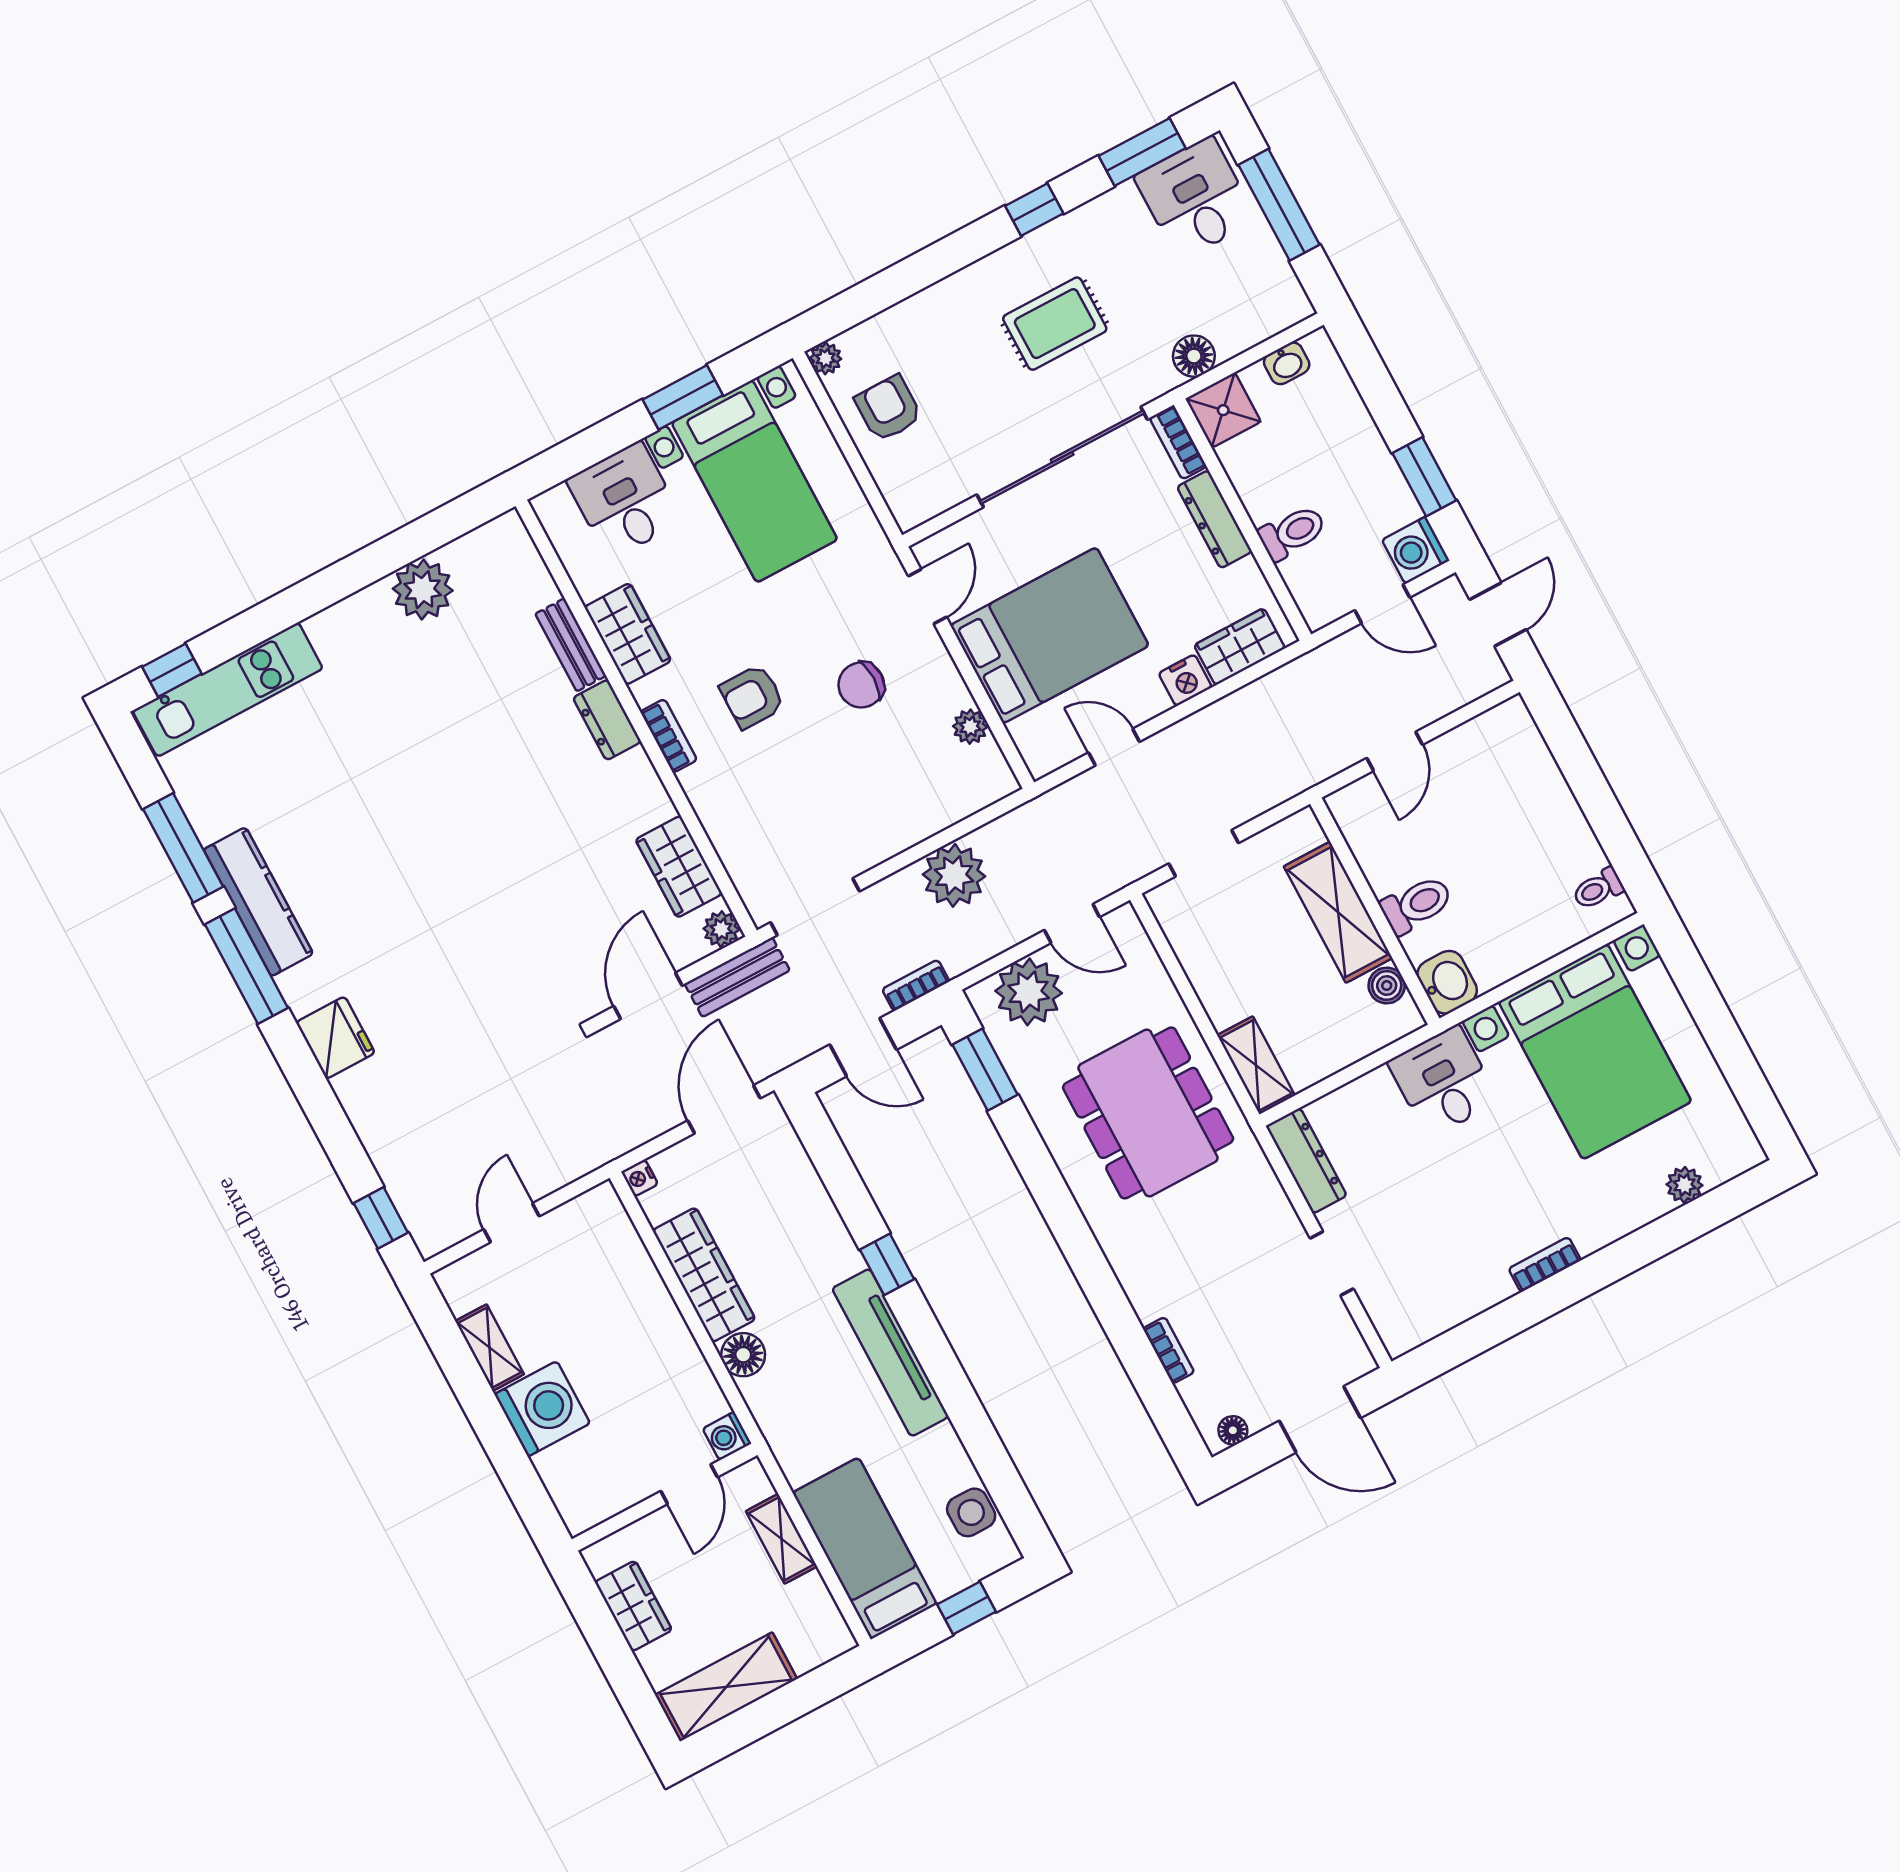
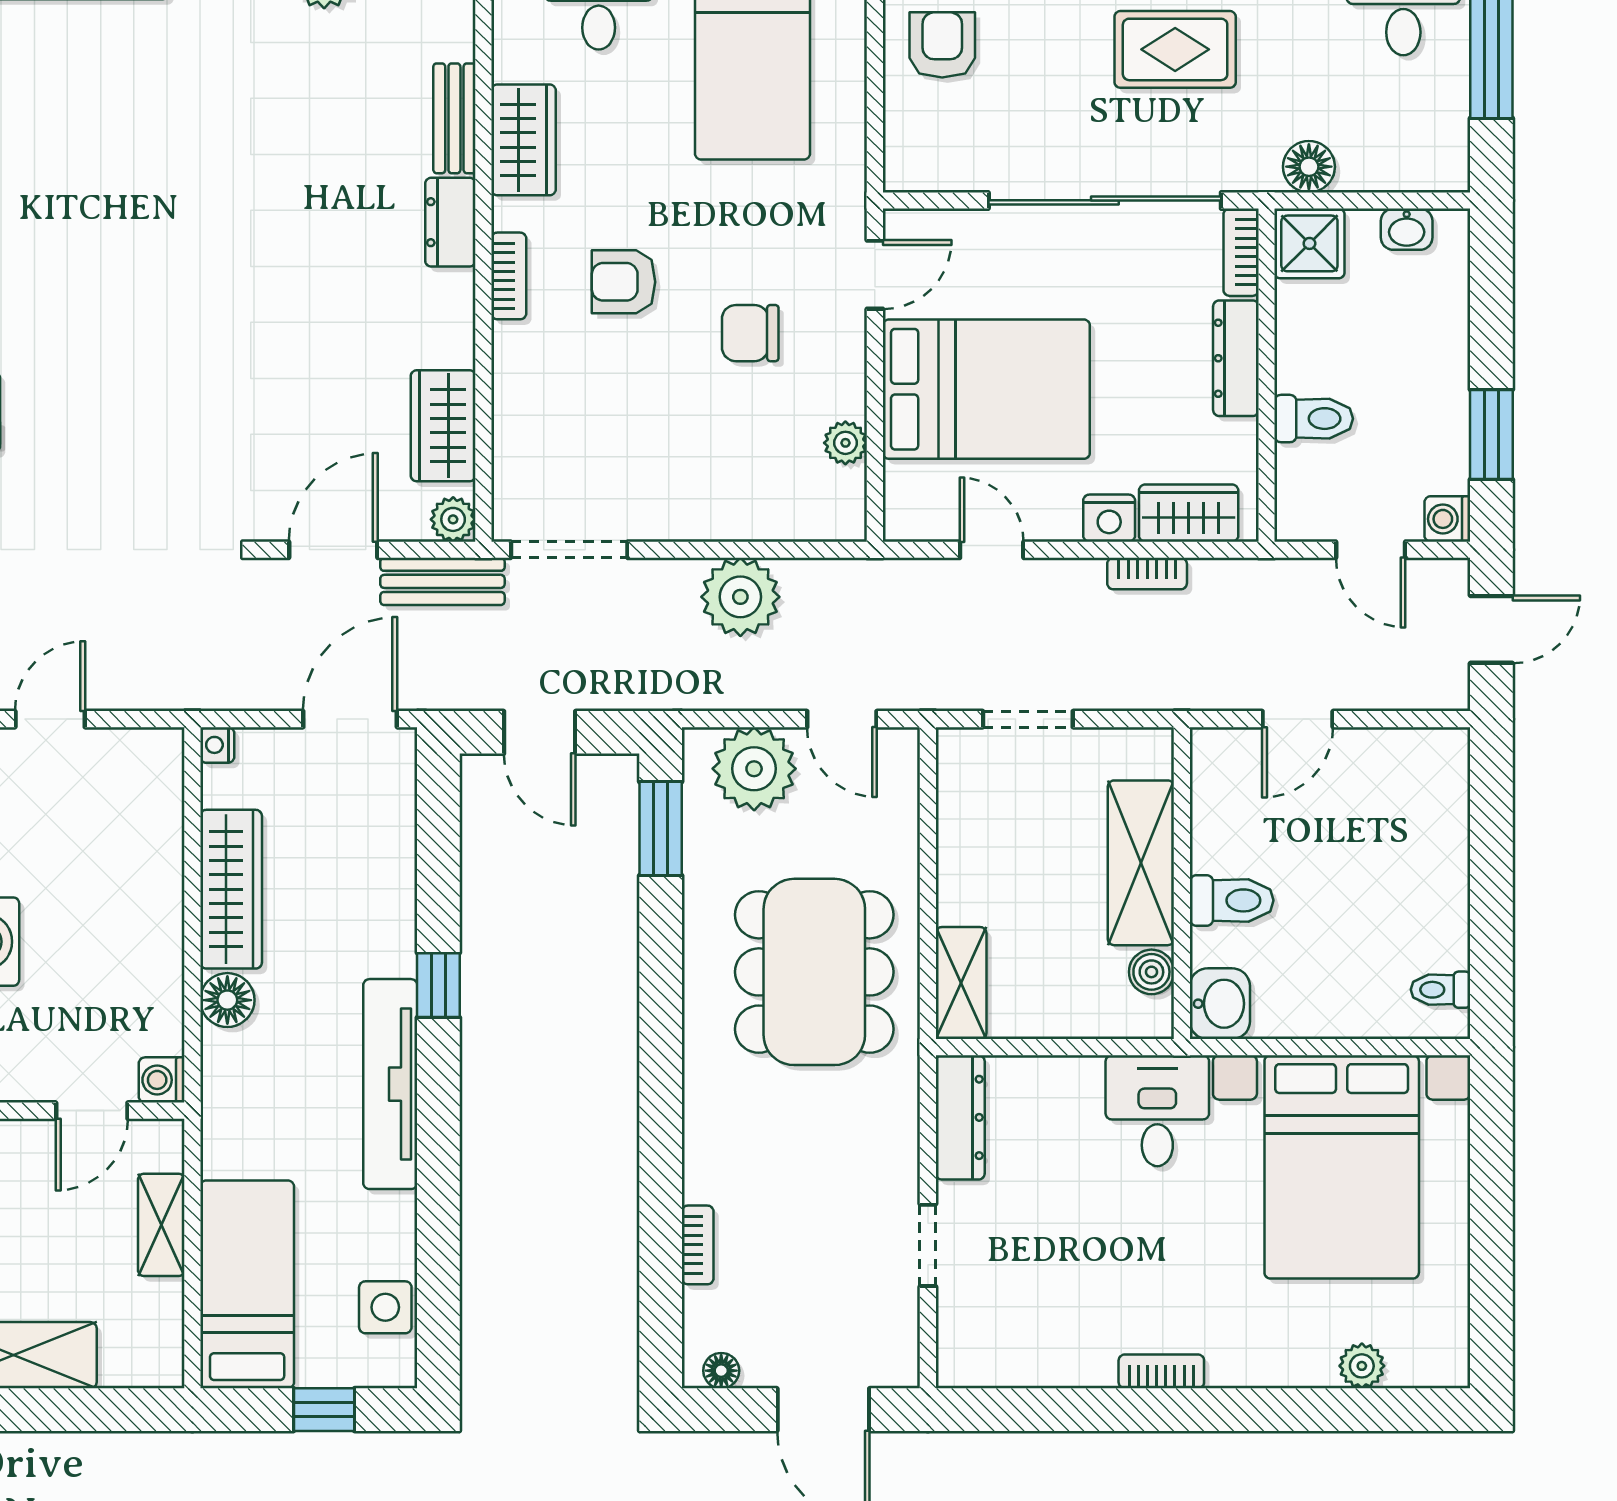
washing machine: (1416, 550) -> (1447, 519), width x0.73, depth x0.73
bookcase: (916, 985) -> (1147, 574), moved, turned 180

